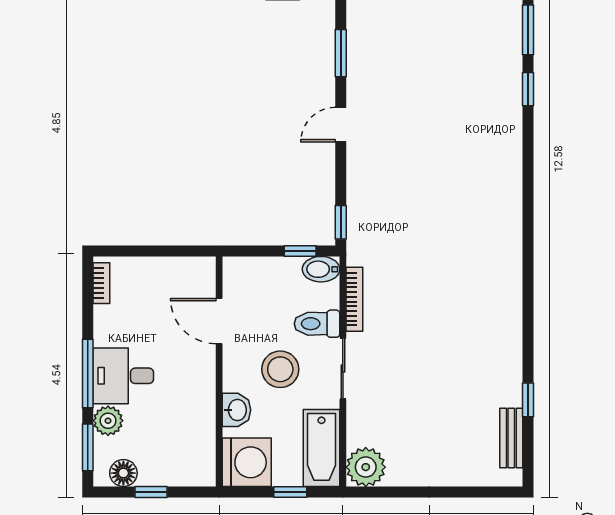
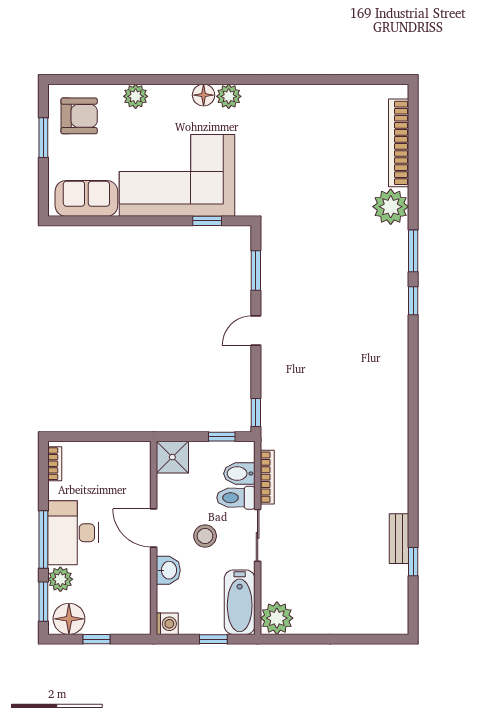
bidet: (321, 269) -> (239, 474), moved
shower: (241, 275) -> (172, 457), added
door: (219, 321) -> (154, 528), moved
stool: (280, 369) -> (205, 536), width x0.73, depth x0.73
desk: (123, 376) -> (73, 533), width x1.37
bench: (511, 438) -> (399, 539), moved
washing machine: (247, 462) -> (167, 624), width x0.53, depth x0.53
floor lamp: (123, 473) -> (69, 619), width x1.38, depth x1.38

